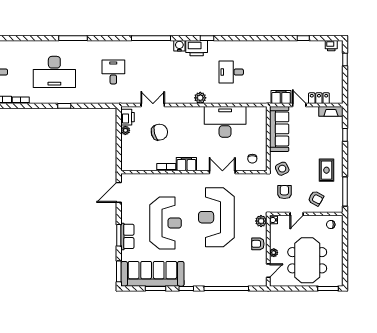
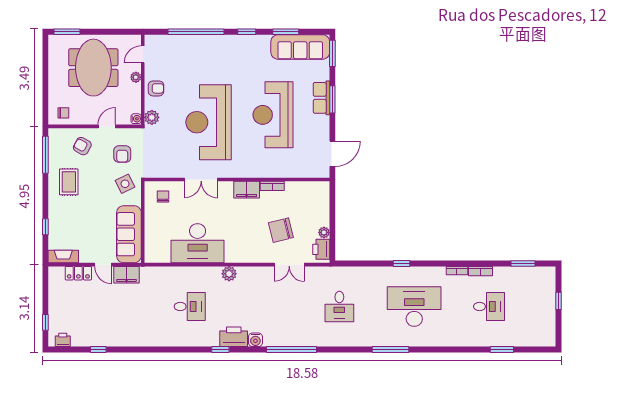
reception desk: (216, 217) -> (209, 122), turned 180
sofa: (152, 274) -> (300, 47), width x0.74, depth x0.79

